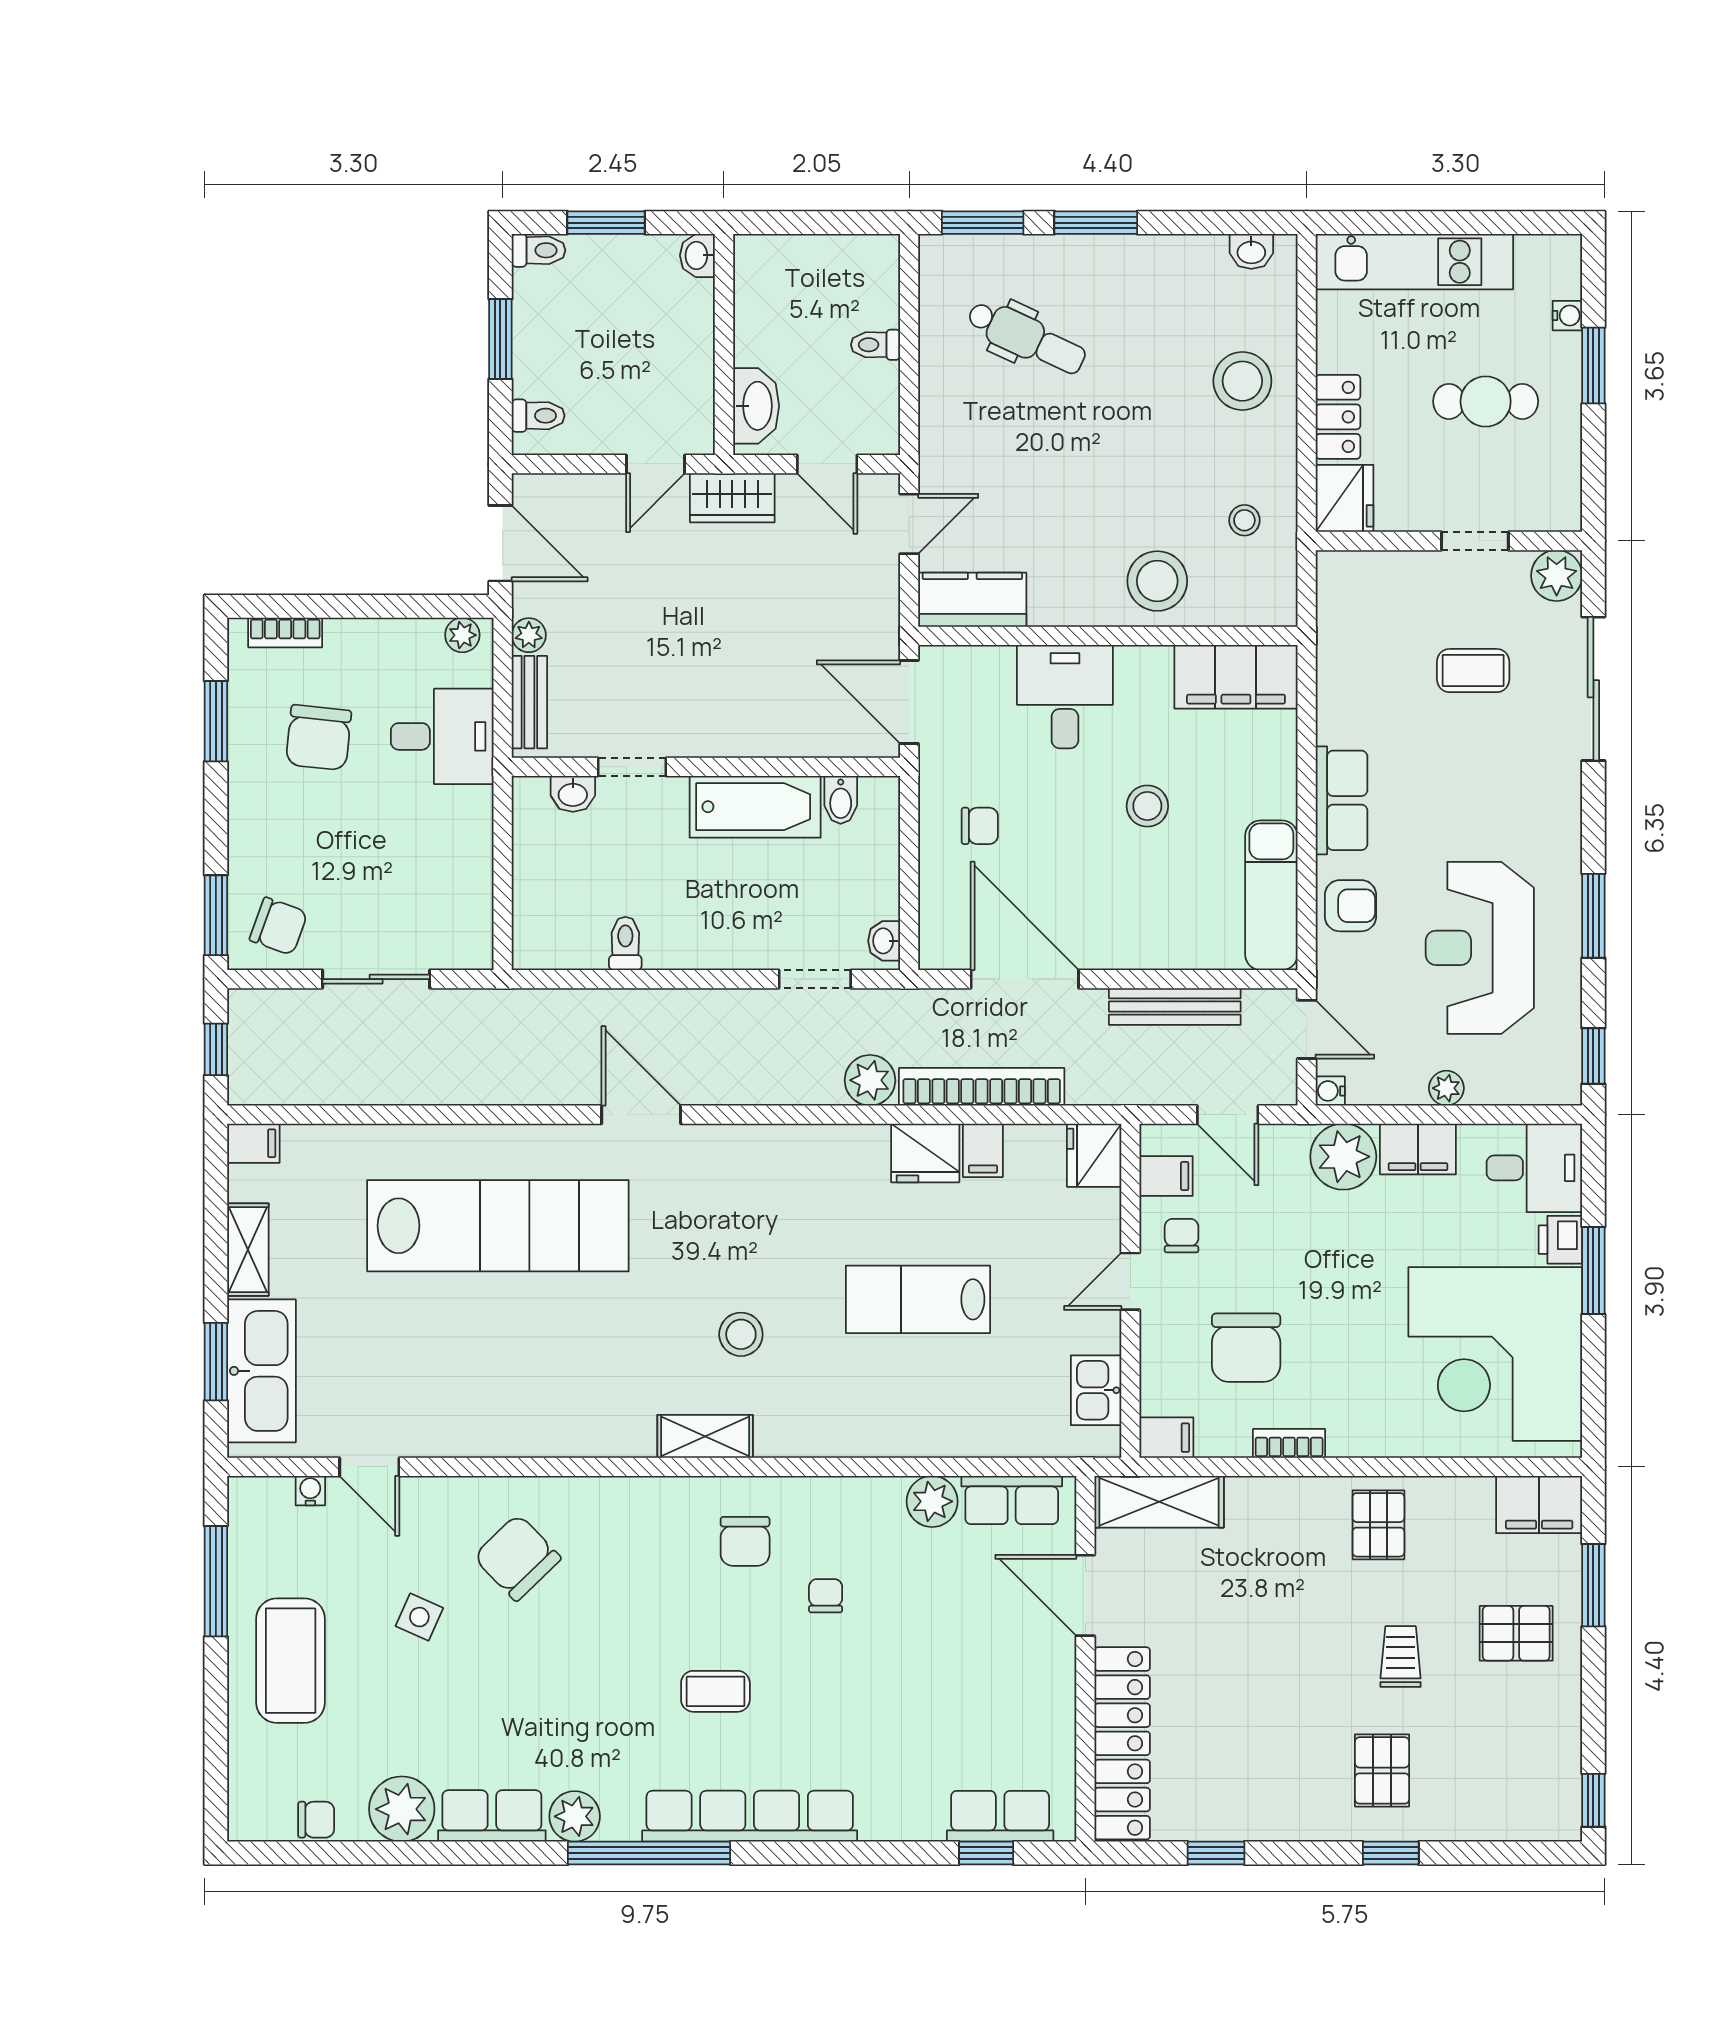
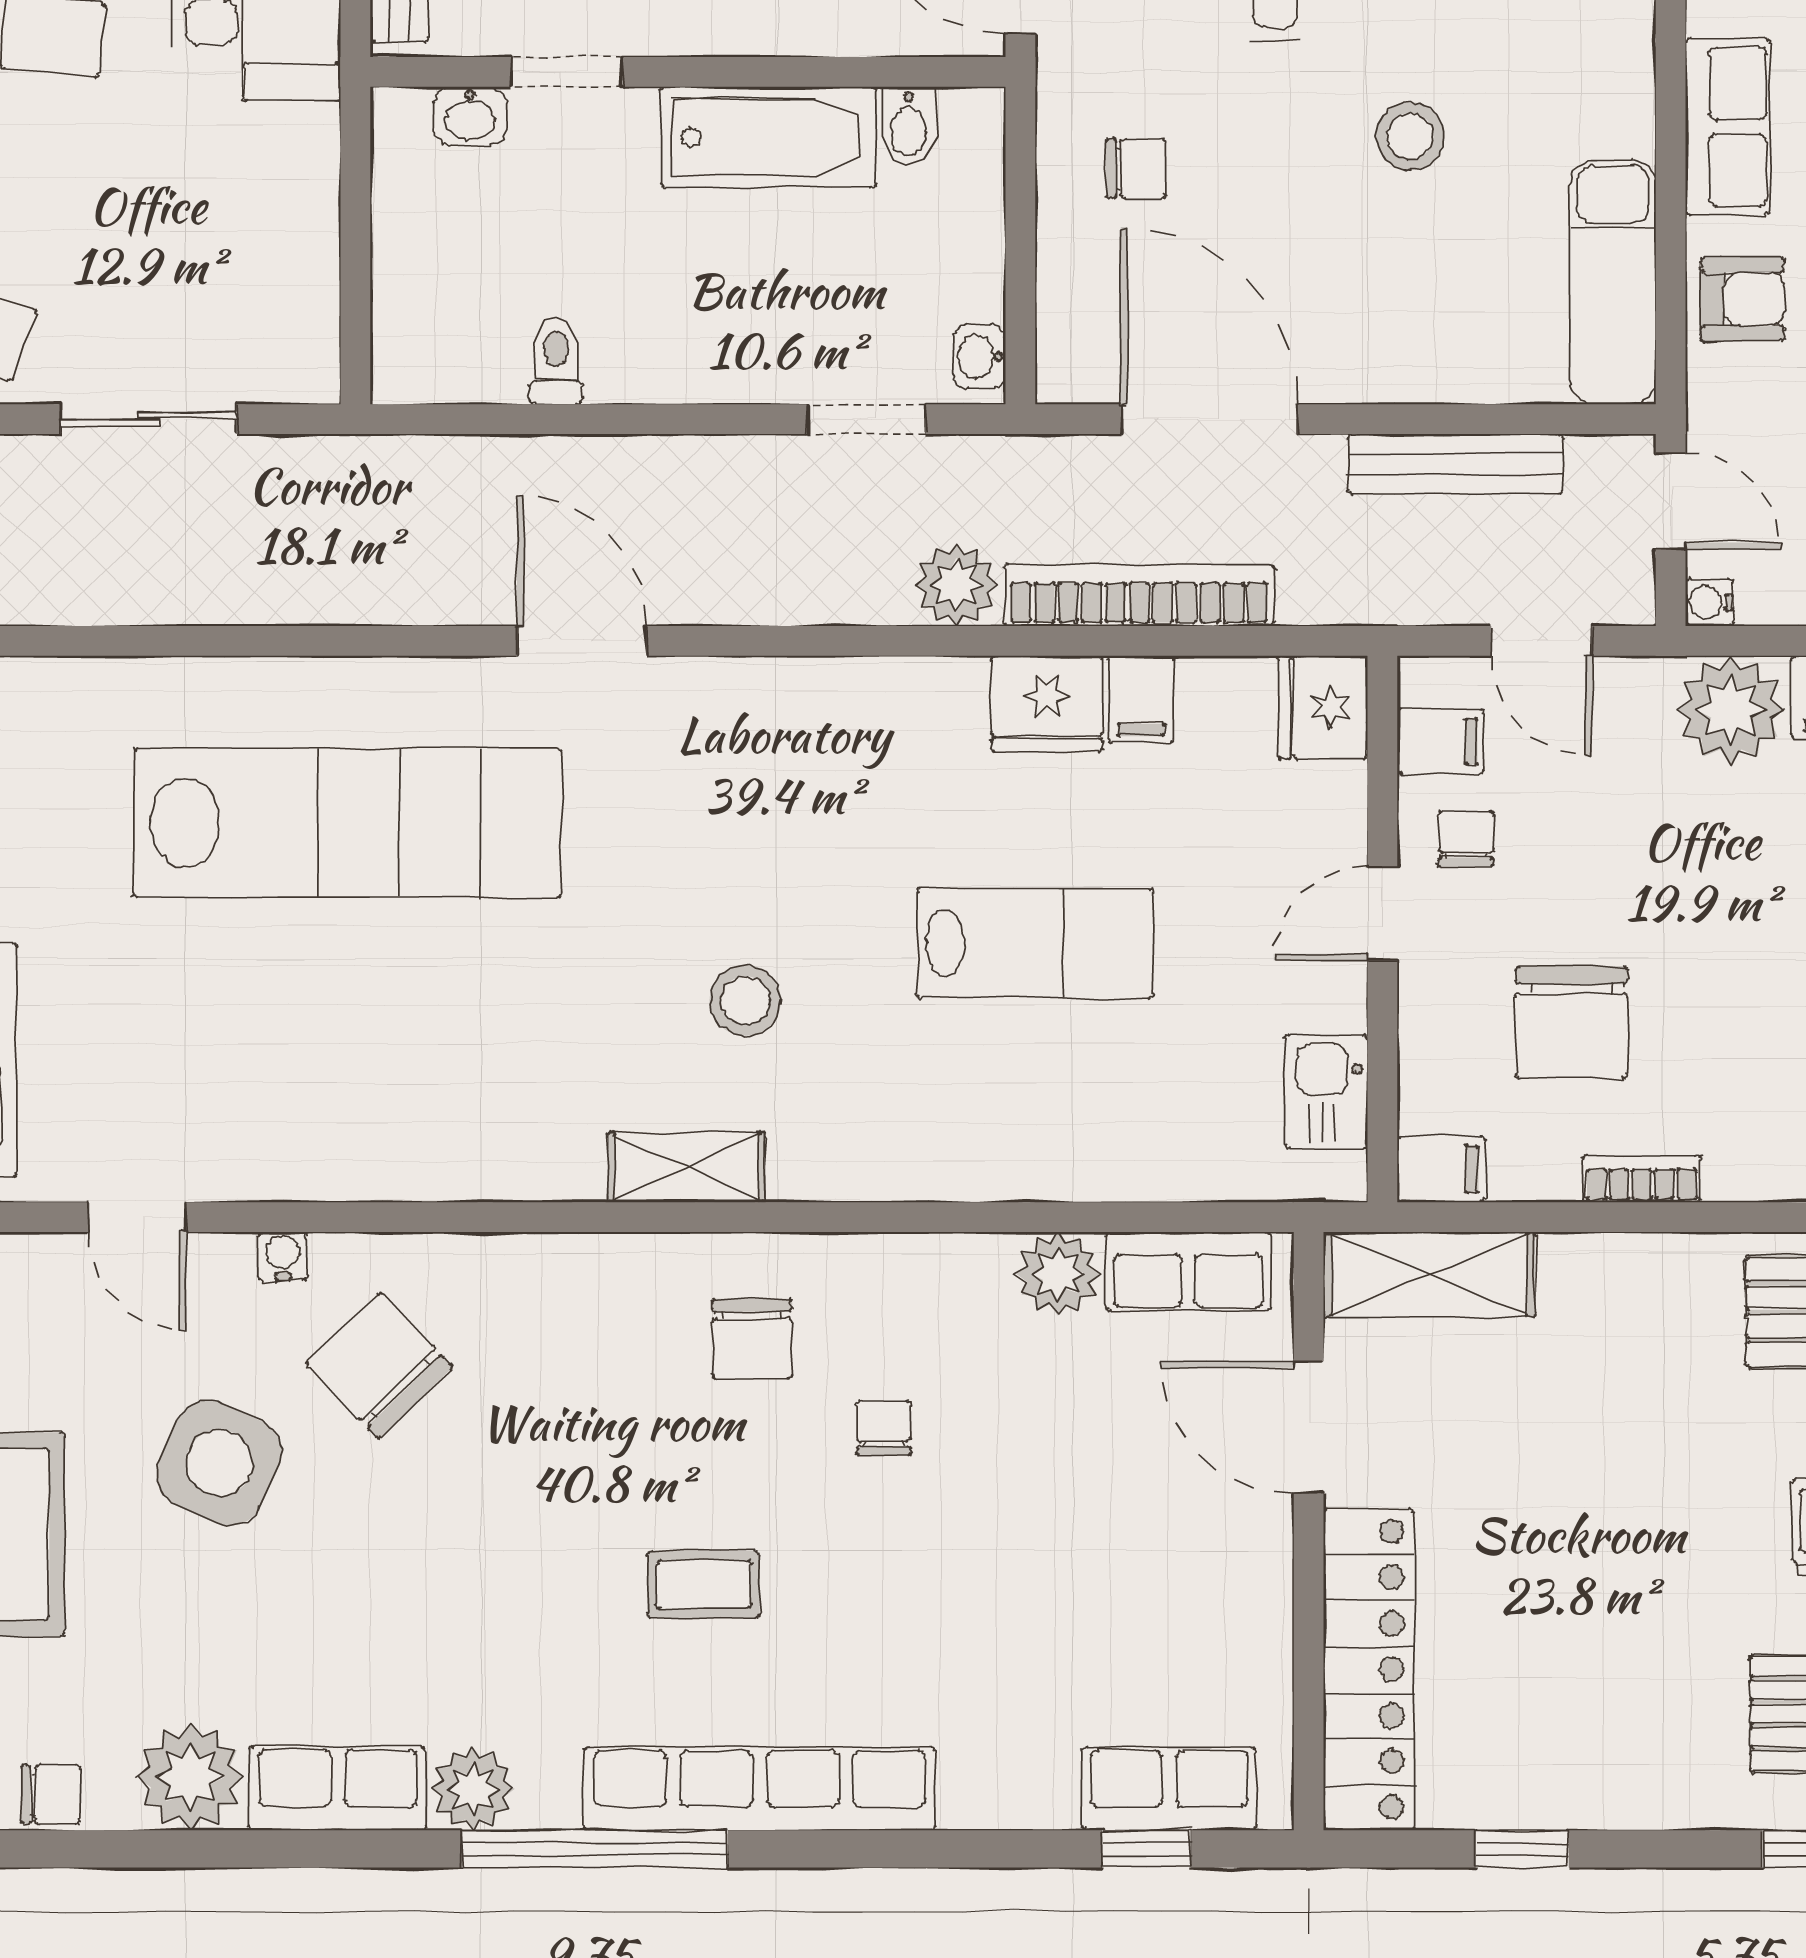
lab bench: (918, 1299) -> (1035, 943), turned 180
water cooler: (310, 1491) -> (283, 1256), moved
side table: (419, 1617) -> (219, 1463), width x1.87, depth x1.87

